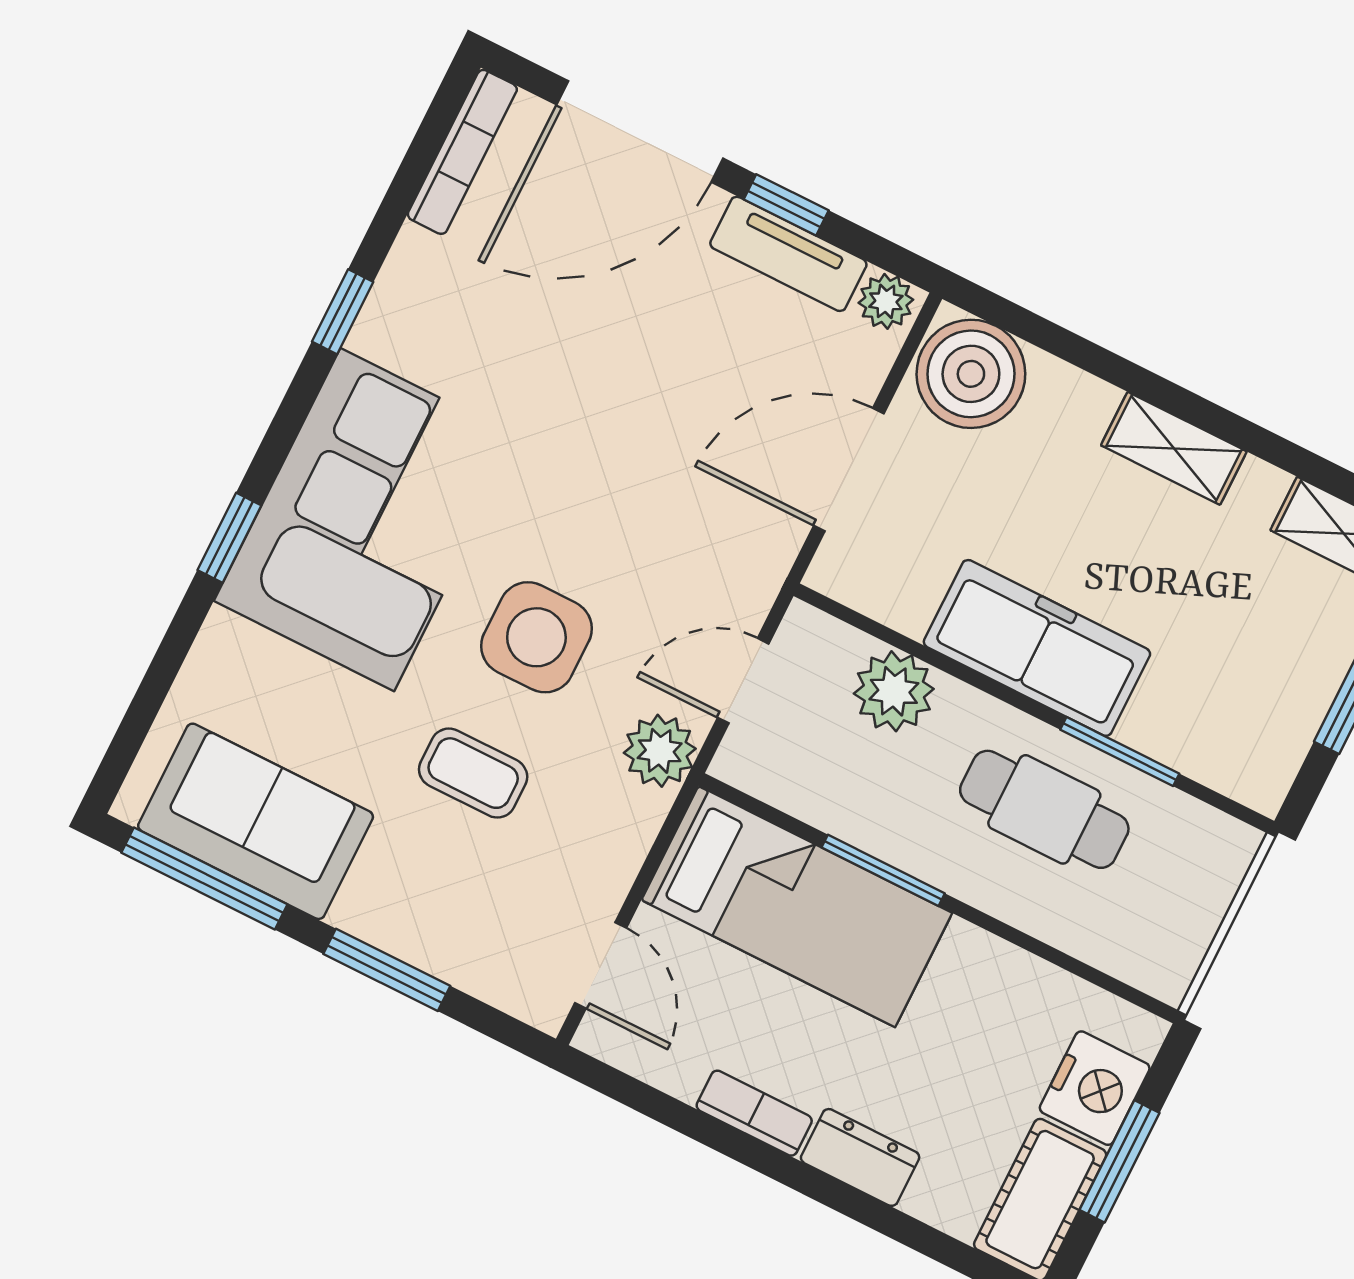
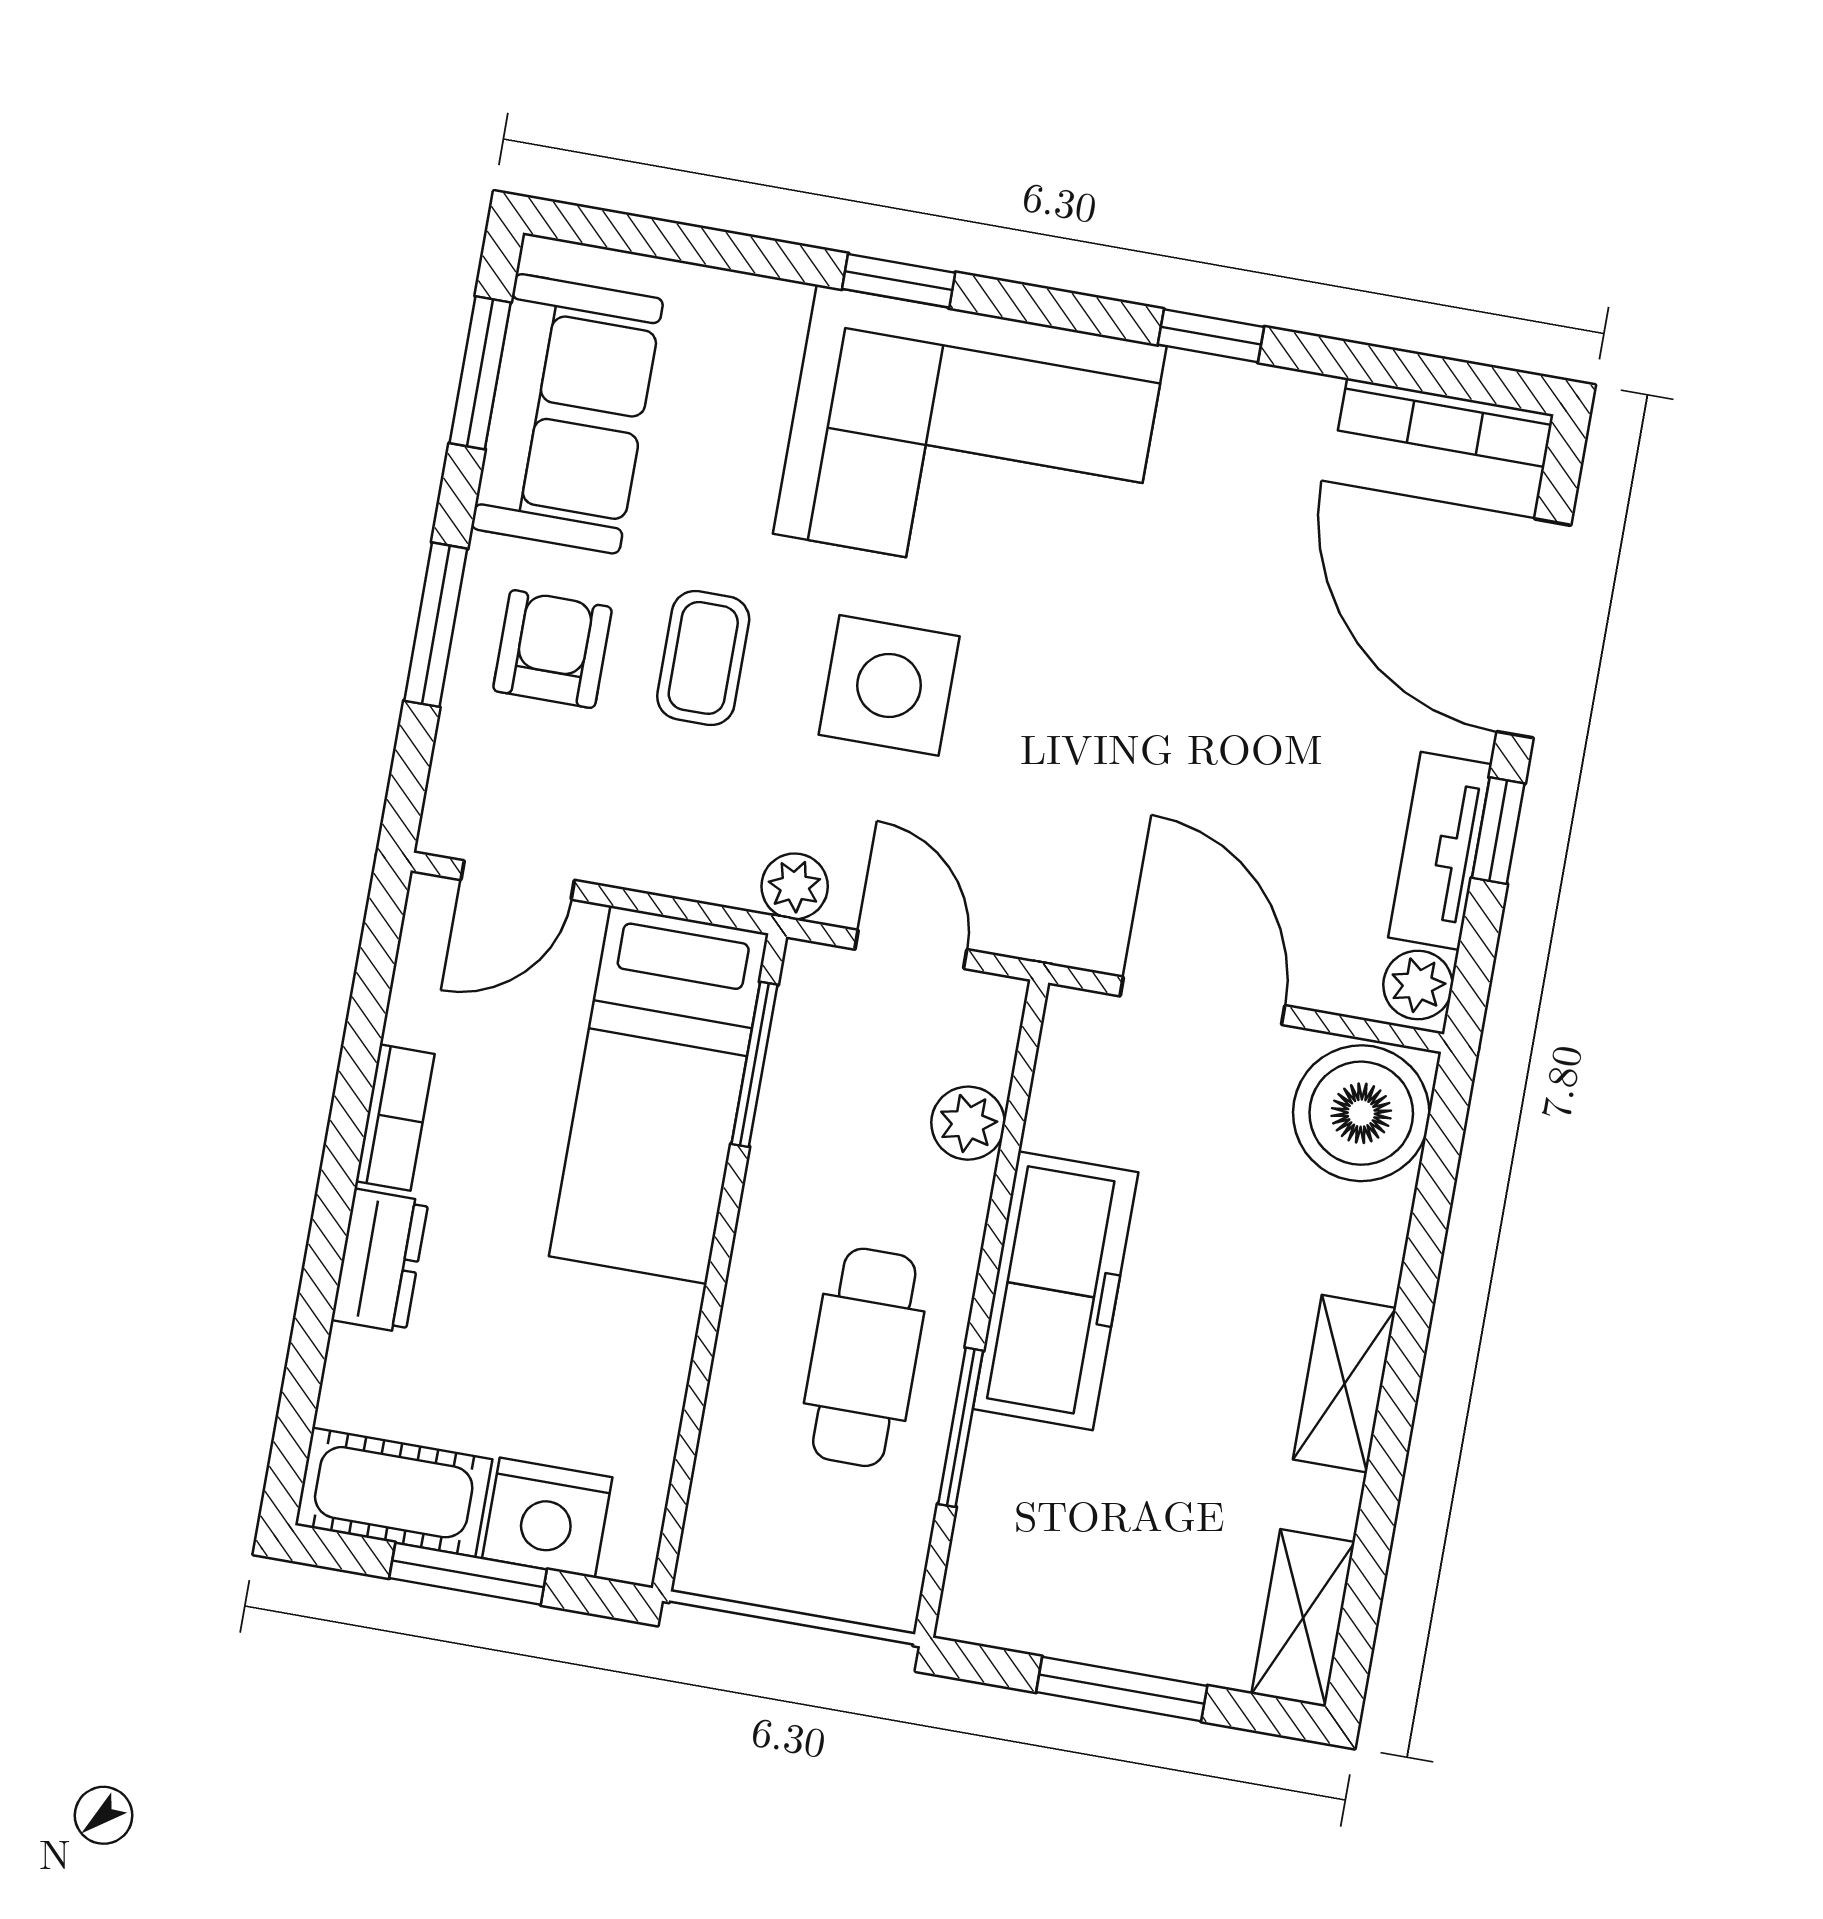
plant: (894, 691) -> (968, 1123), width x0.73, depth x0.73
plant: (660, 751) -> (795, 886), width x0.73, depth x0.73
window: (883, 870) -> (754, 1064), moved
window: (204, 879) -> (480, 373), width x0.69
armchair: (432, 886) -> (552, 649), added

